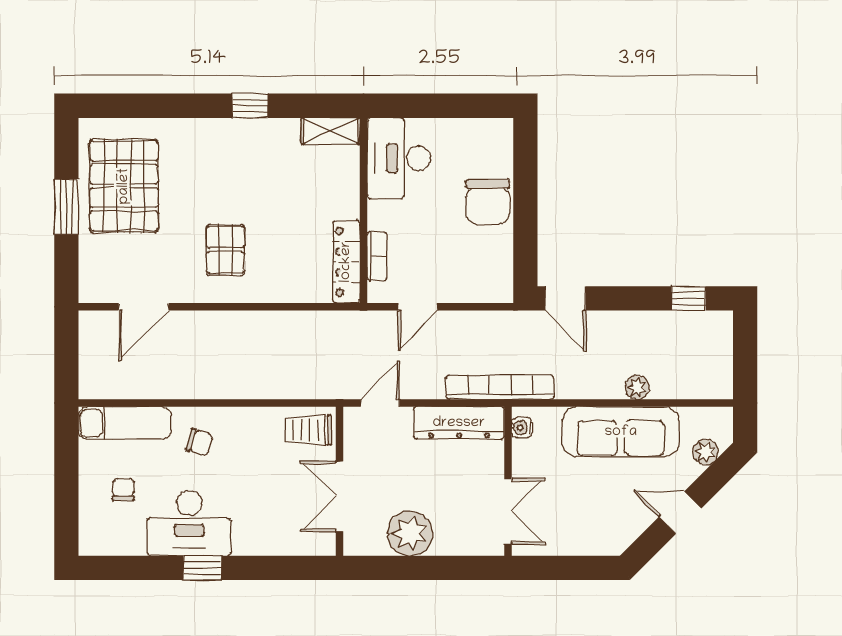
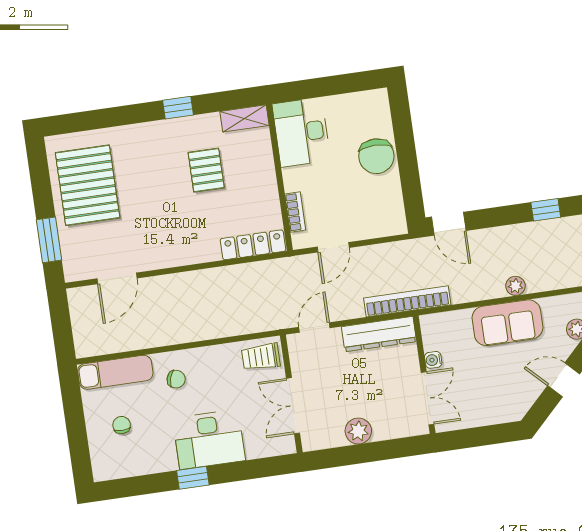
window: (66, 207) -> (49, 240), moved
pallet: (225, 250) -> (206, 170), moved
locker: (346, 262) -> (253, 245), moved, turned 90
water cooler: (522, 428) -> (433, 360), moved
sofa: (621, 432) -> (507, 323), width x0.73
desk: (189, 523) -> (209, 439), moved
plant: (410, 533) -> (358, 431), width x0.73, depth x0.73

